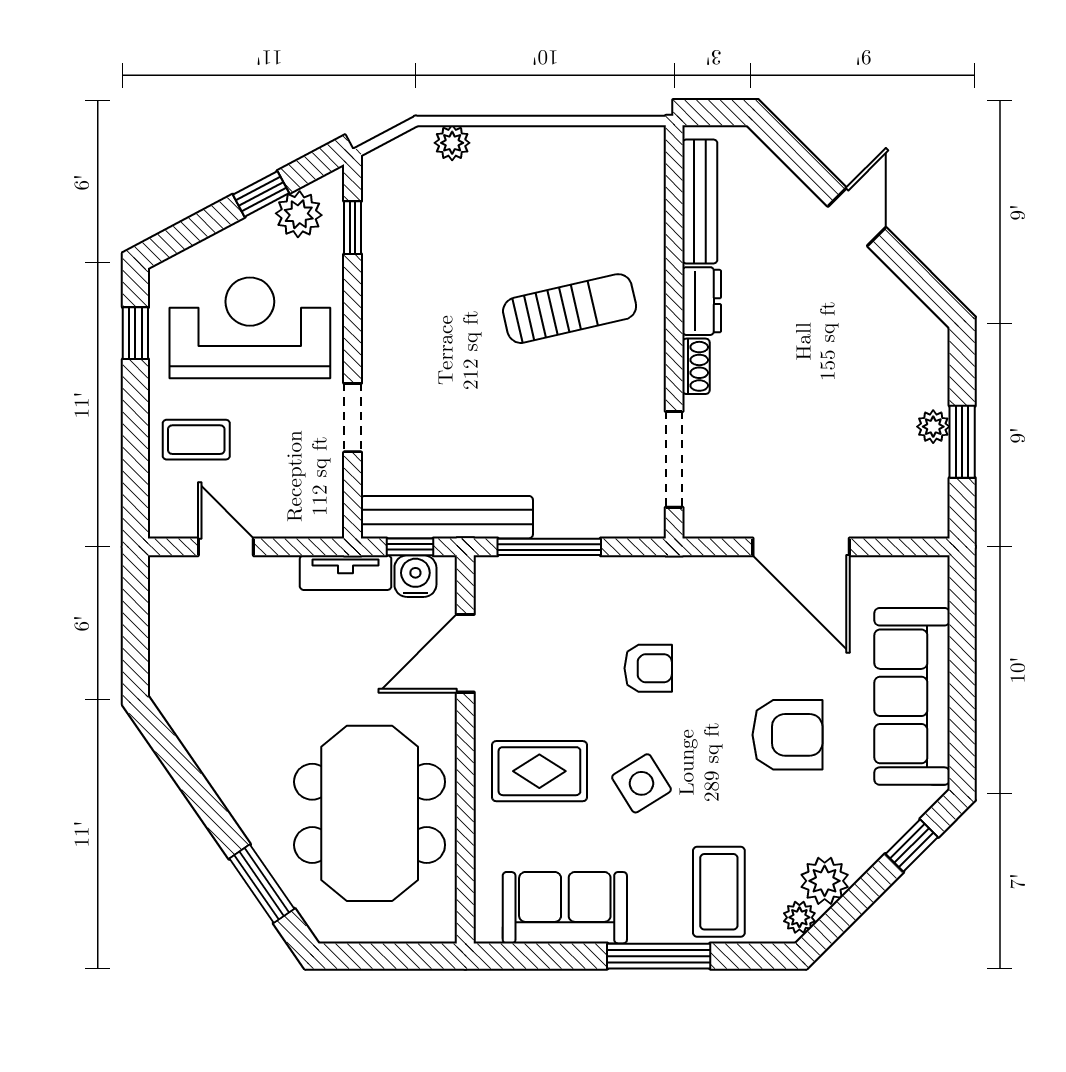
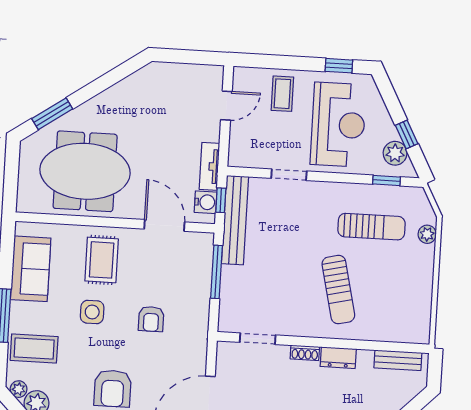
bench: (700, 202) -> (398, 360), width x0.73
sun lounger: (444, 252) -> (371, 227), added
doorway: (674, 459) -> (258, 339), width x0.73
side table: (641, 783) -> (92, 312), turned 32

